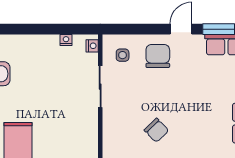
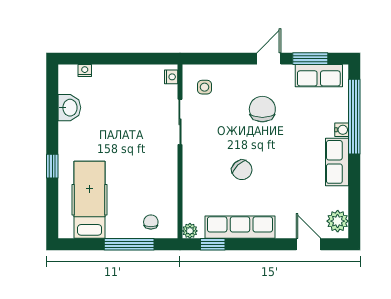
nightstand: (66, 40) -> (85, 71), moved
chair: (158, 56) -> (262, 109), moved

